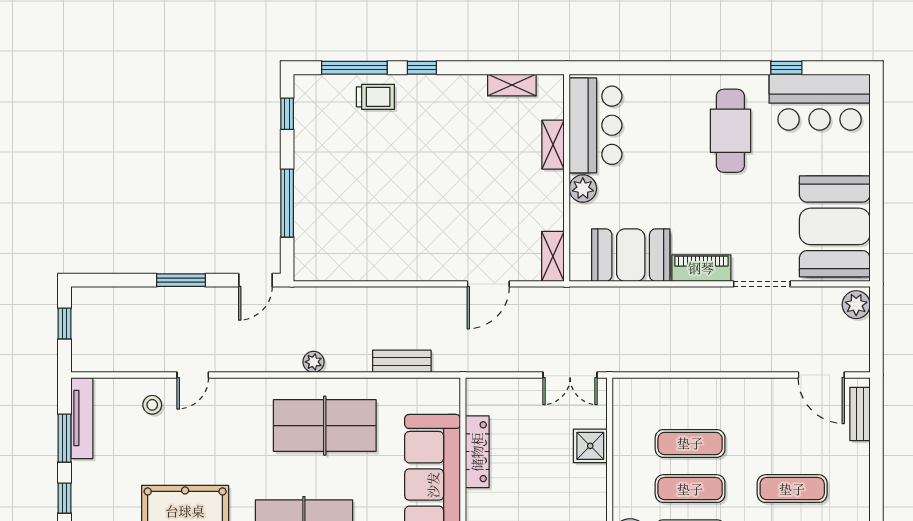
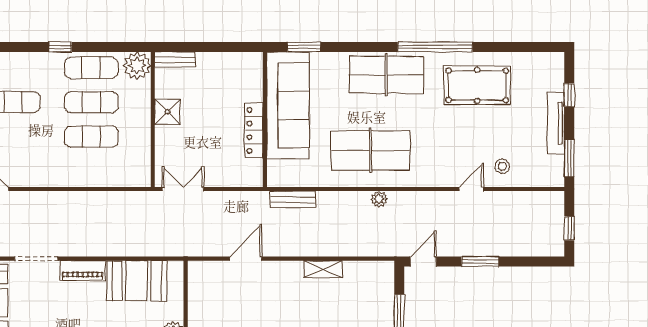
shelving: (553, 256) -> (323, 269), moved, turned 90
bench: (402, 361) -> (293, 200), moved
tv unit: (82, 418) -> (556, 123), moved
window: (65, 438) -> (569, 158), moved
shower: (590, 446) -> (168, 112), moved

